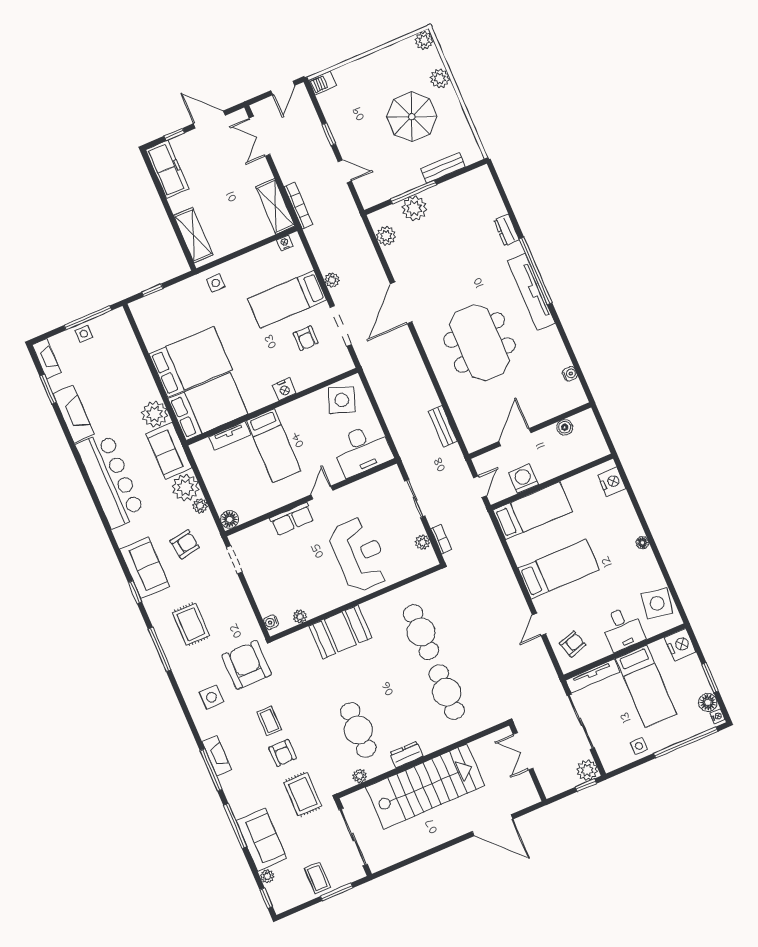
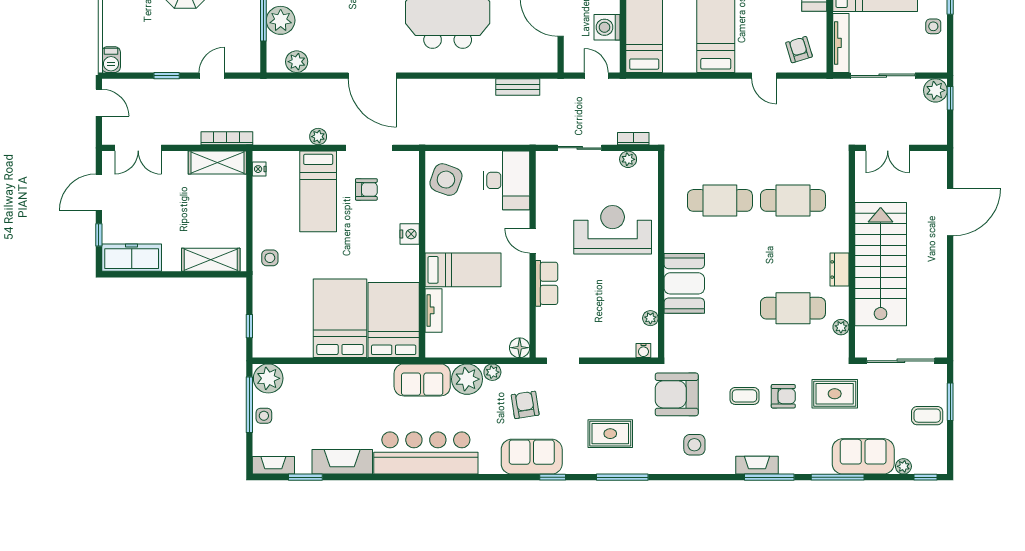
plant: (155, 414) -> (268, 378), moved

